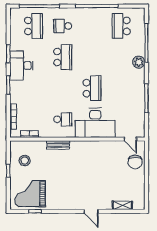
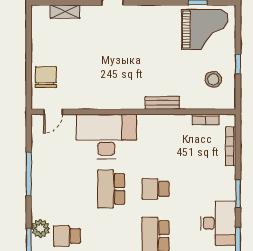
school desk: (121, 57) -> (67, 236), added
school desk: (63, 119) -> (156, 189), moved
door: (130, 139) -> (53, 112), swing flipped

